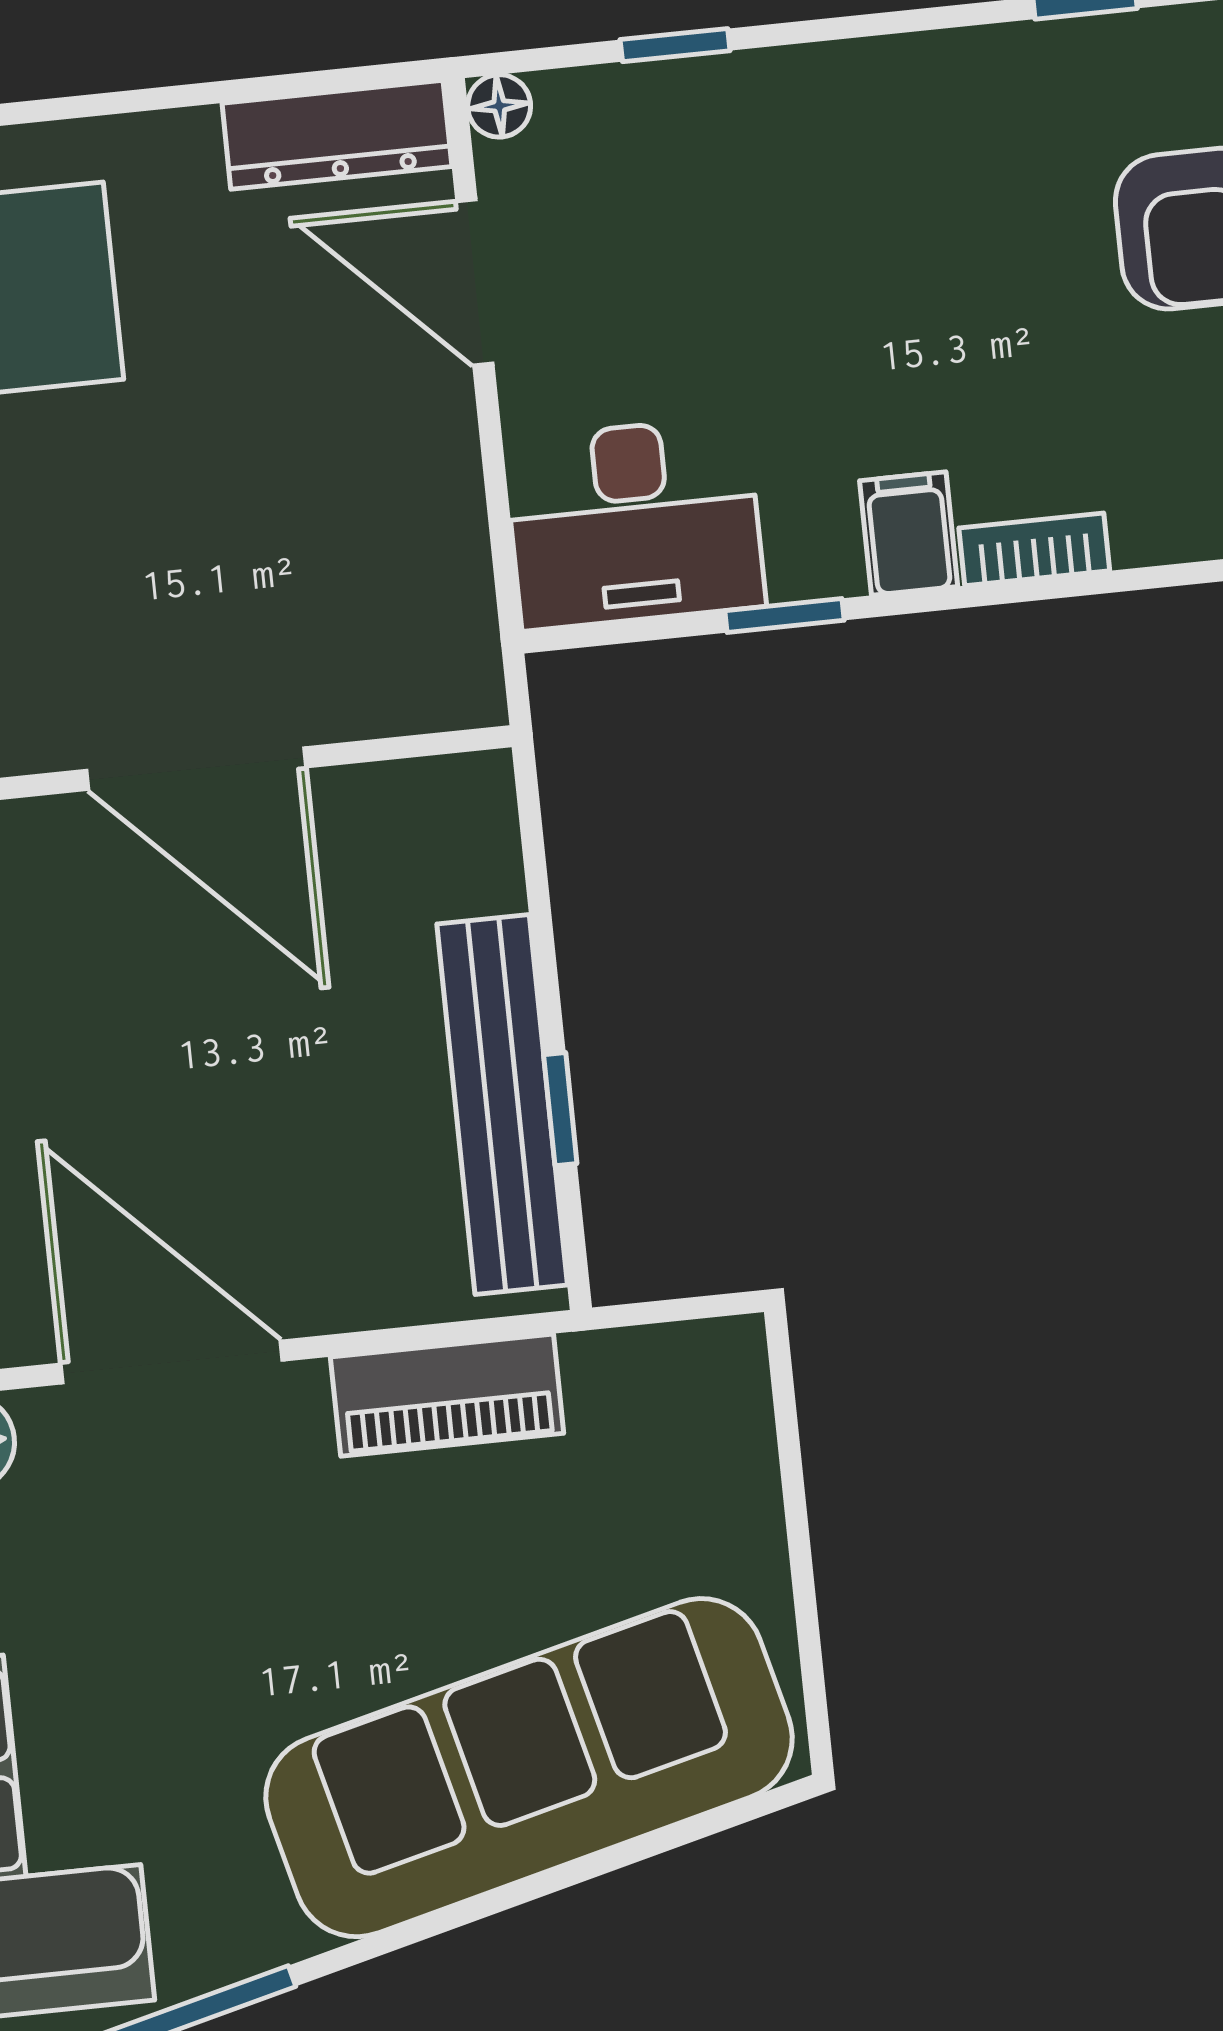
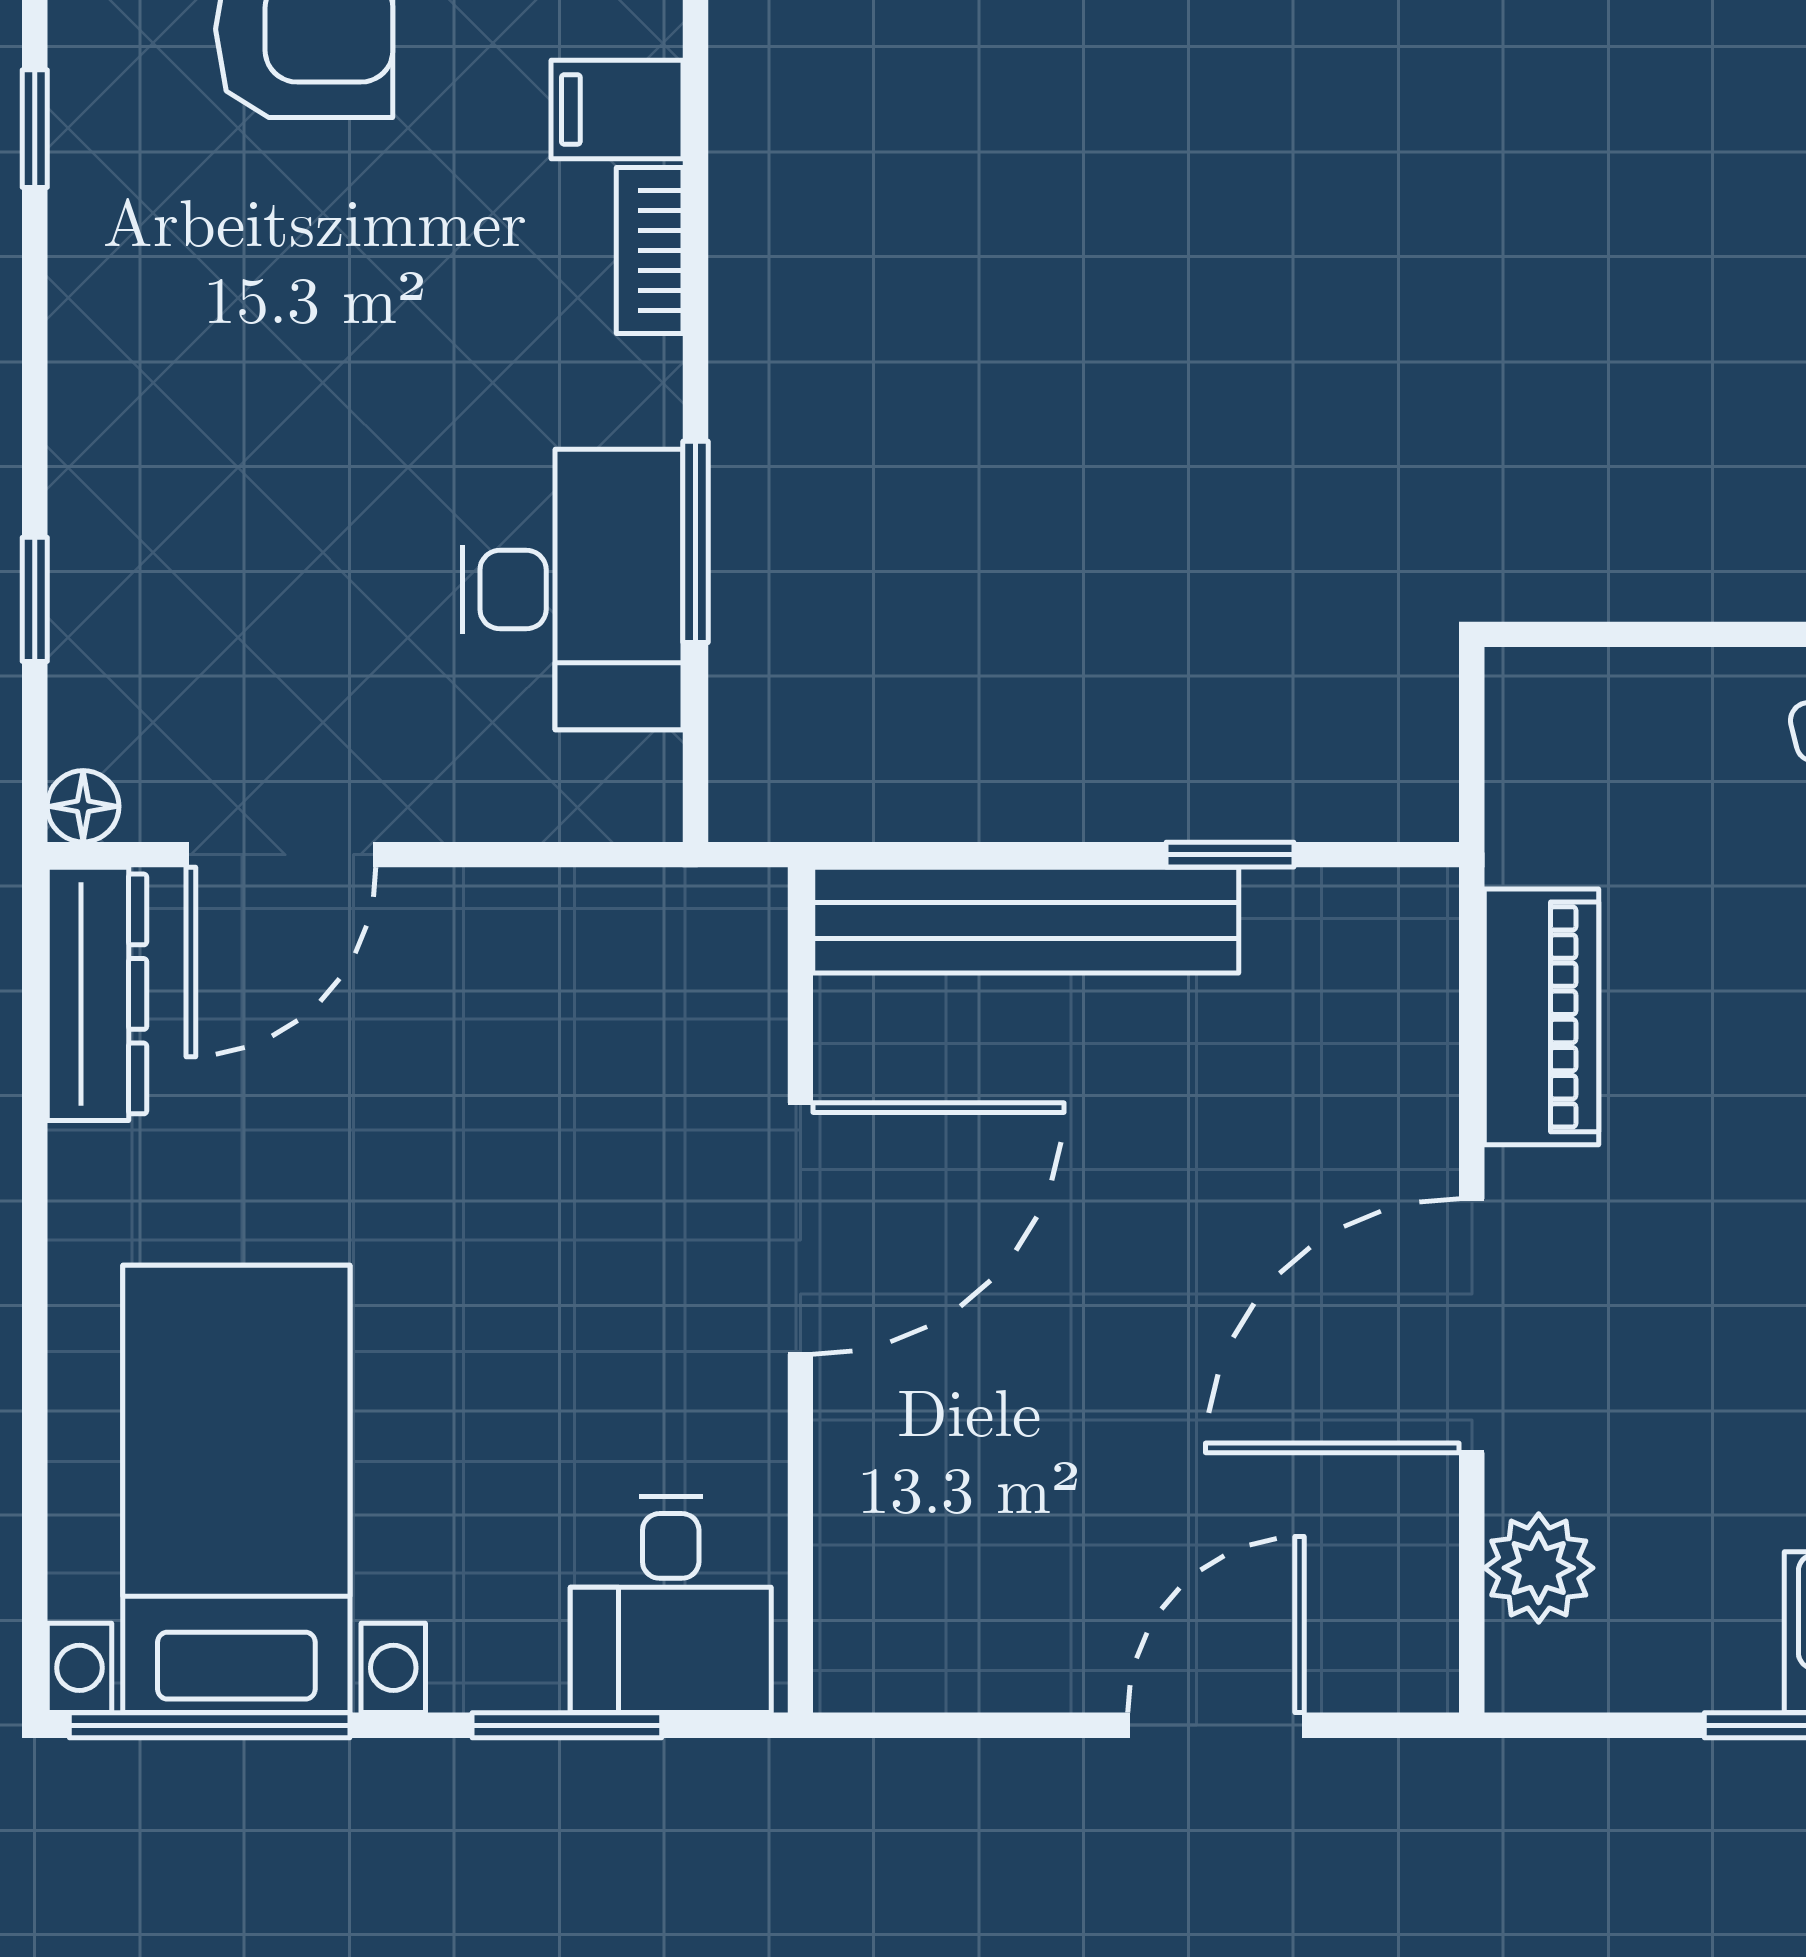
desk: (634, 523) -> (573, 590), moved
filing cabinet: (909, 534) -> (617, 109), moved
window: (785, 616) -> (696, 542), width x1.50
bench: (502, 1105) -> (1026, 920), moved

